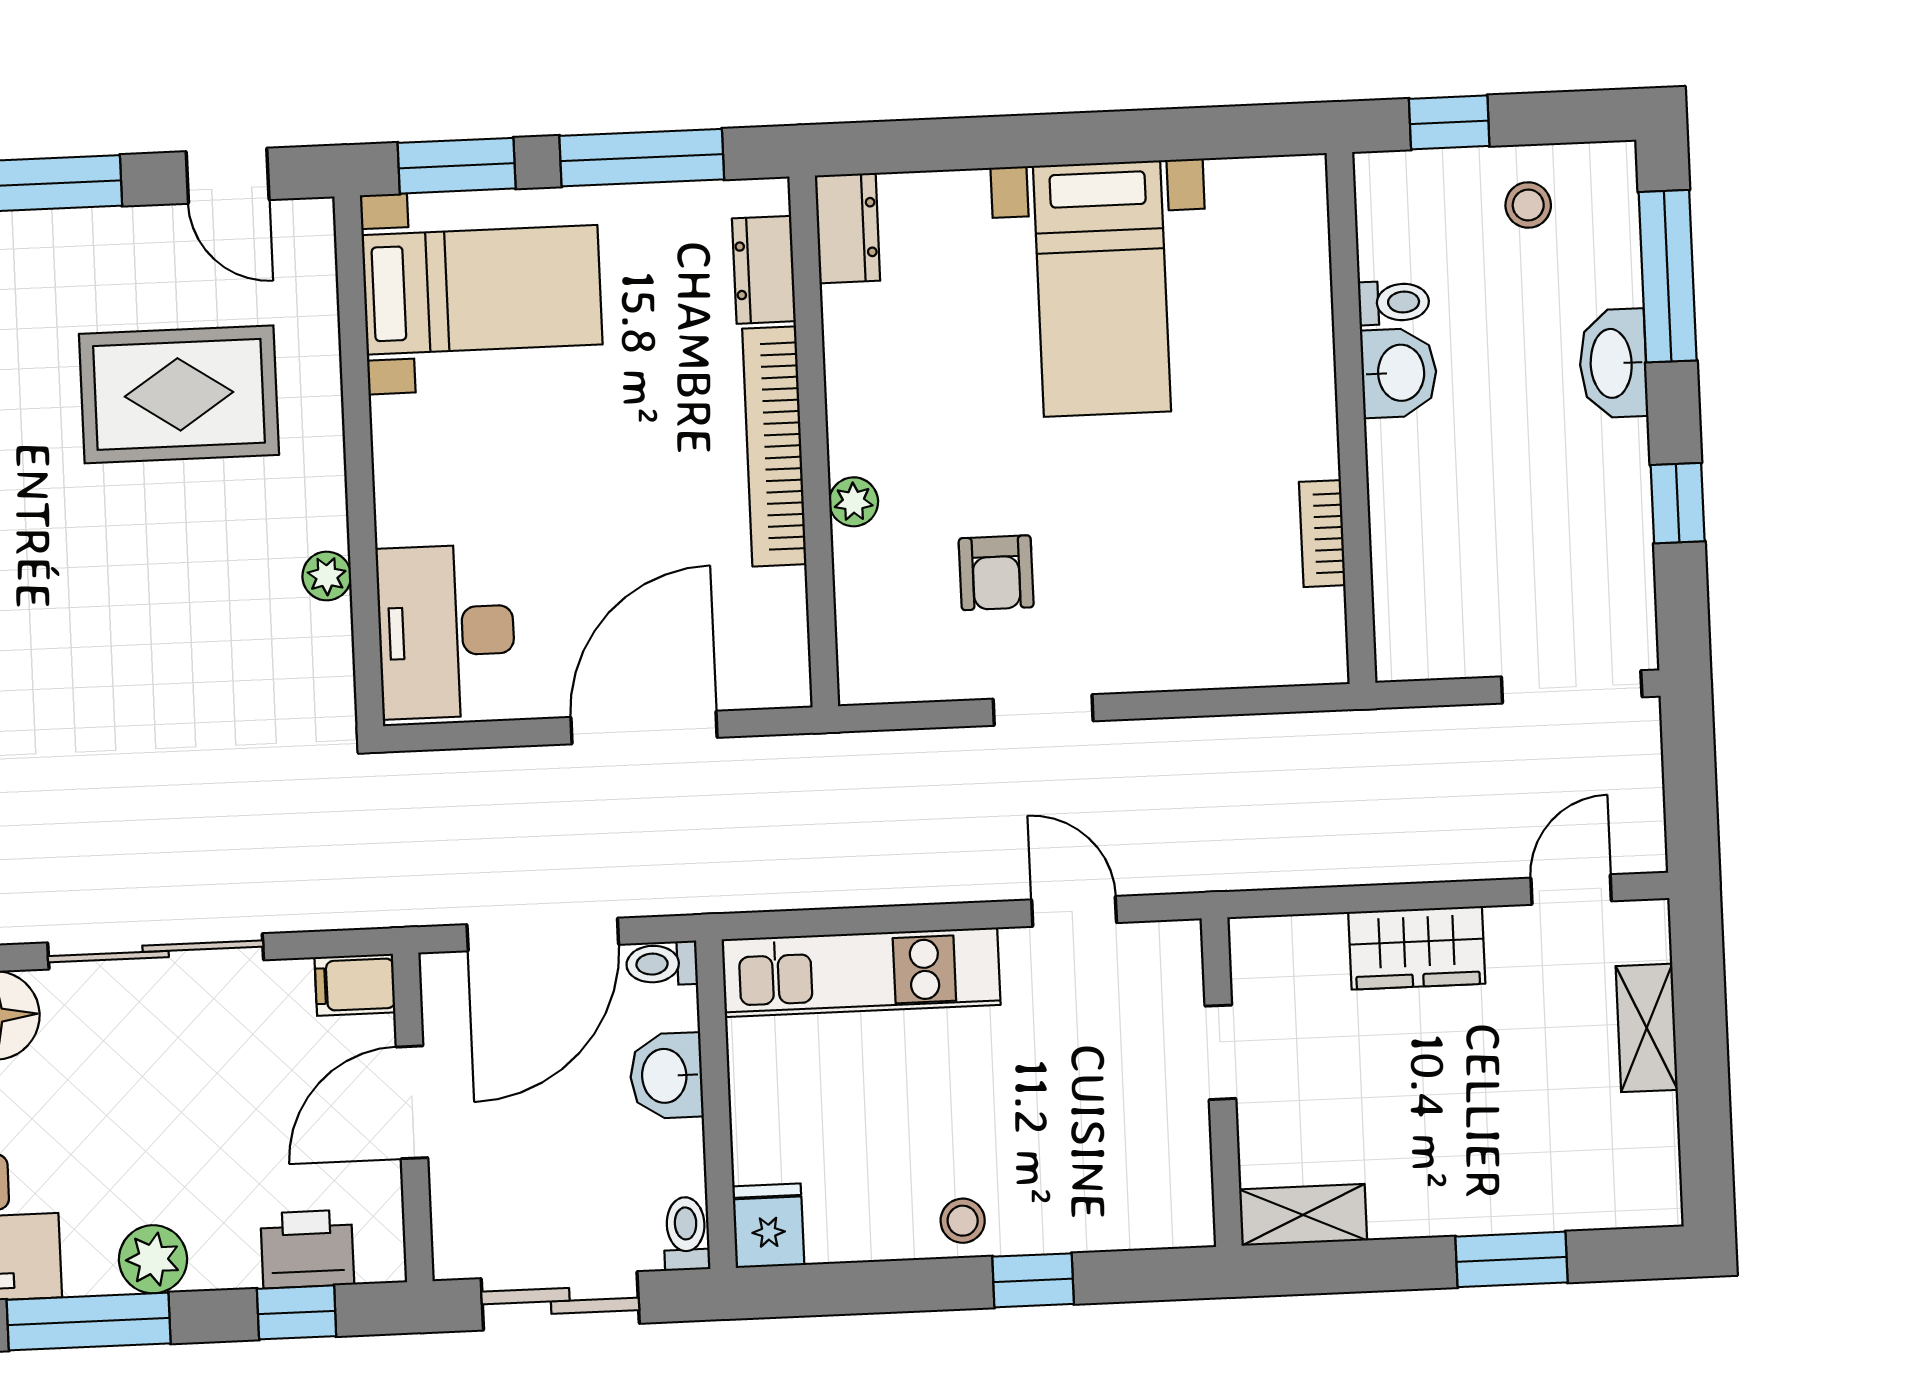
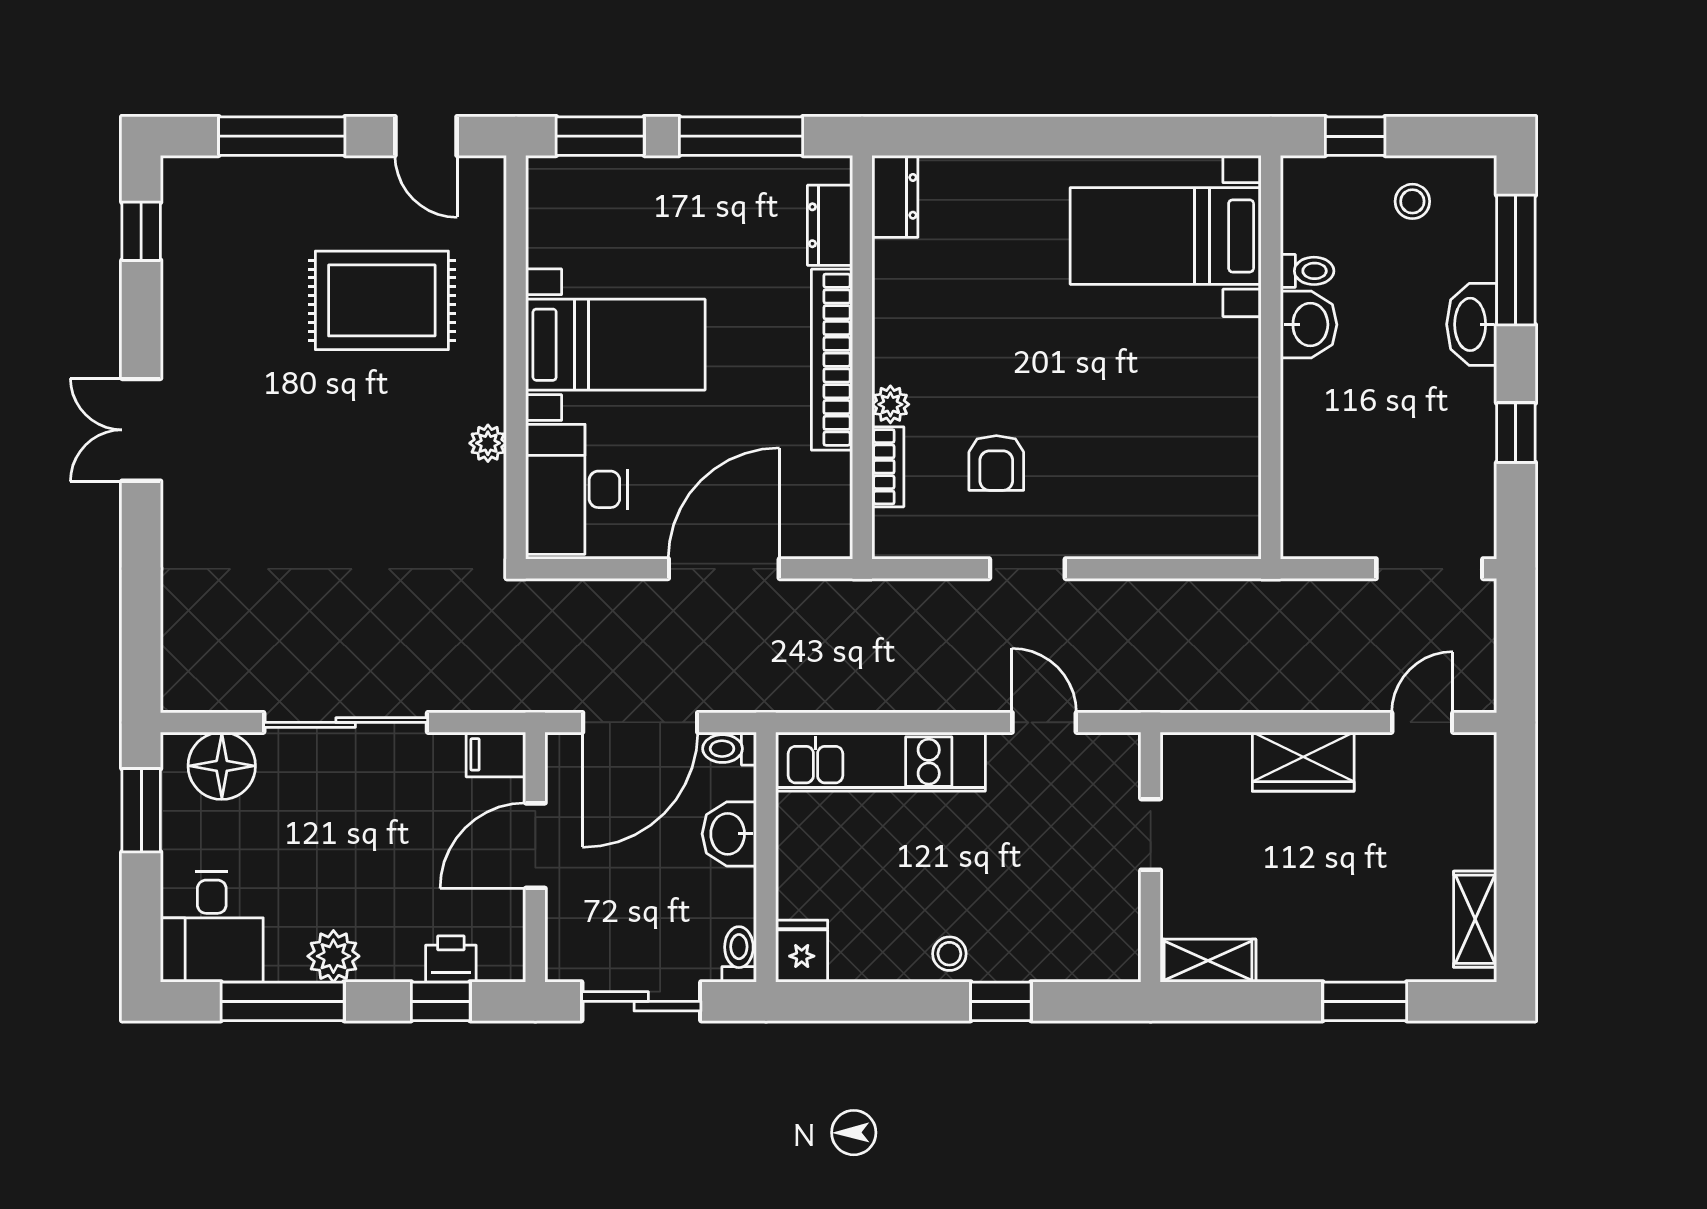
bed with nightstands: (1102, 289) -> (1166, 236), moved, turned 90
bed with nightstands: (482, 290) -> (615, 345), moved
bookcase: (1322, 534) -> (888, 467), moved, turned 180
shelving: (1647, 1028) -> (1475, 919), moved
printer: (307, 1249) -> (451, 959), width x0.73, depth x0.81

